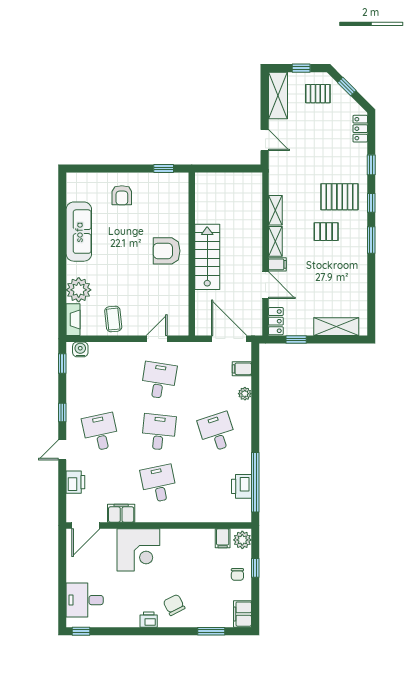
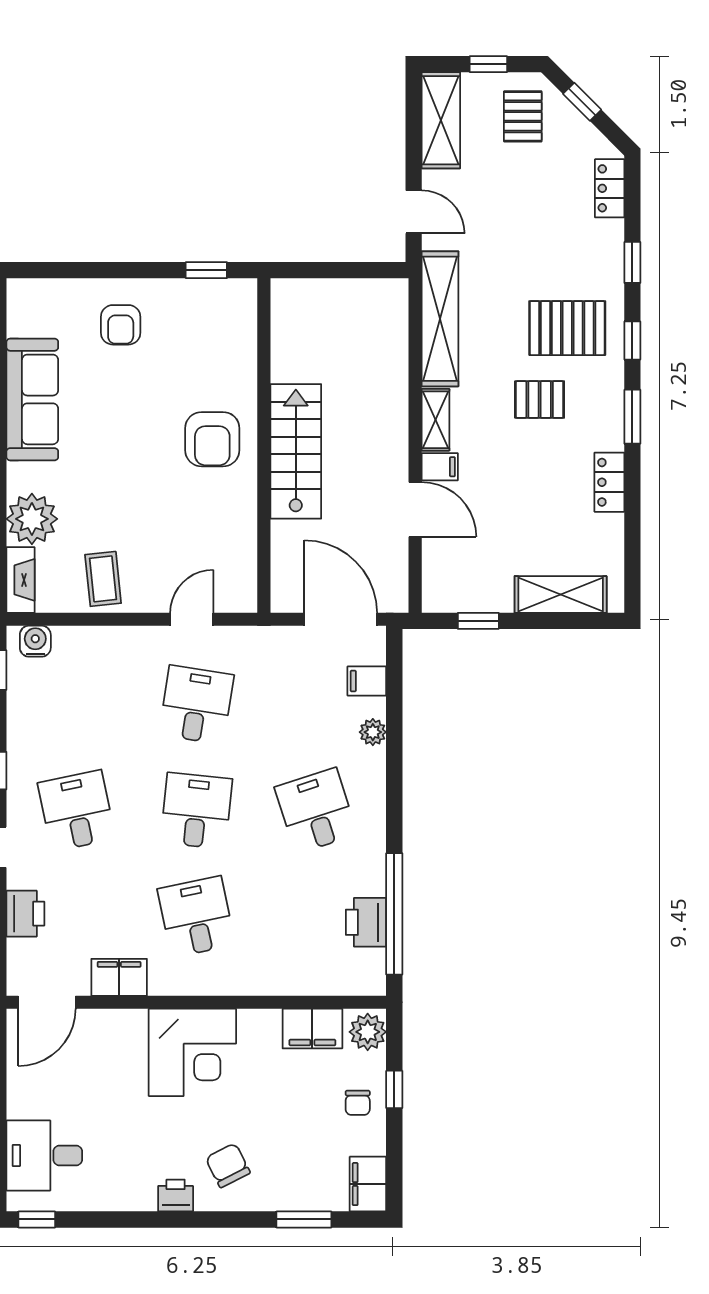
pallet: (318, 94) -> (523, 116), turned 90
shelving: (275, 210) -> (440, 319), width x2.20, depth x1.33
armchair: (167, 251) -> (212, 439), turned -90
locker: (276, 321) -> (609, 482), moved, turned 180
filing cabinet: (223, 538) -> (312, 1029), width x2.00
corner desk: (138, 550) -> (192, 1052), moved

